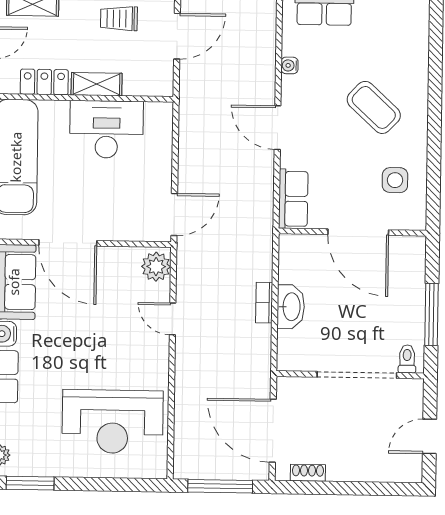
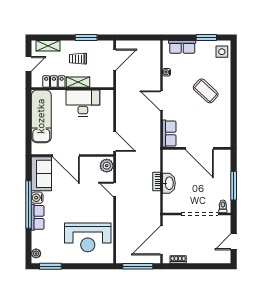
trolley: (119, 19) -> (78, 59), moved
side table: (395, 180) -> (222, 52), moved
door: (174, 214) -> (115, 142), hinge flipped
door: (273, 431) -> (162, 240), hinge flipped

